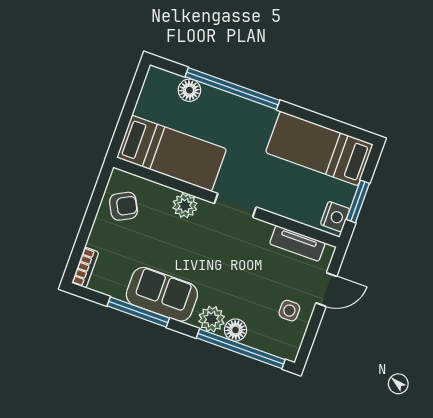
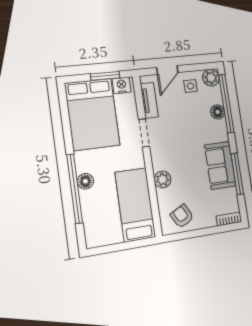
floor lamp: (189, 90) -> (85, 181), moved
bed: (319, 148) -> (92, 114), width x1.50
doorway: (235, 205) -> (144, 133), moved
door: (326, 290) -> (167, 70), swing flipped
plant: (212, 319) -> (211, 78), moved

